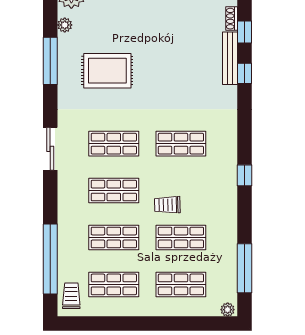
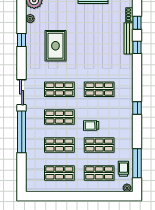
window: (50, 61) -> (22, 40), width x0.46
rug: (107, 71) -> (55, 46), turned 90
window: (50, 259) -> (22, 132), moved
trolley: (71, 296) -> (123, 169), moved

